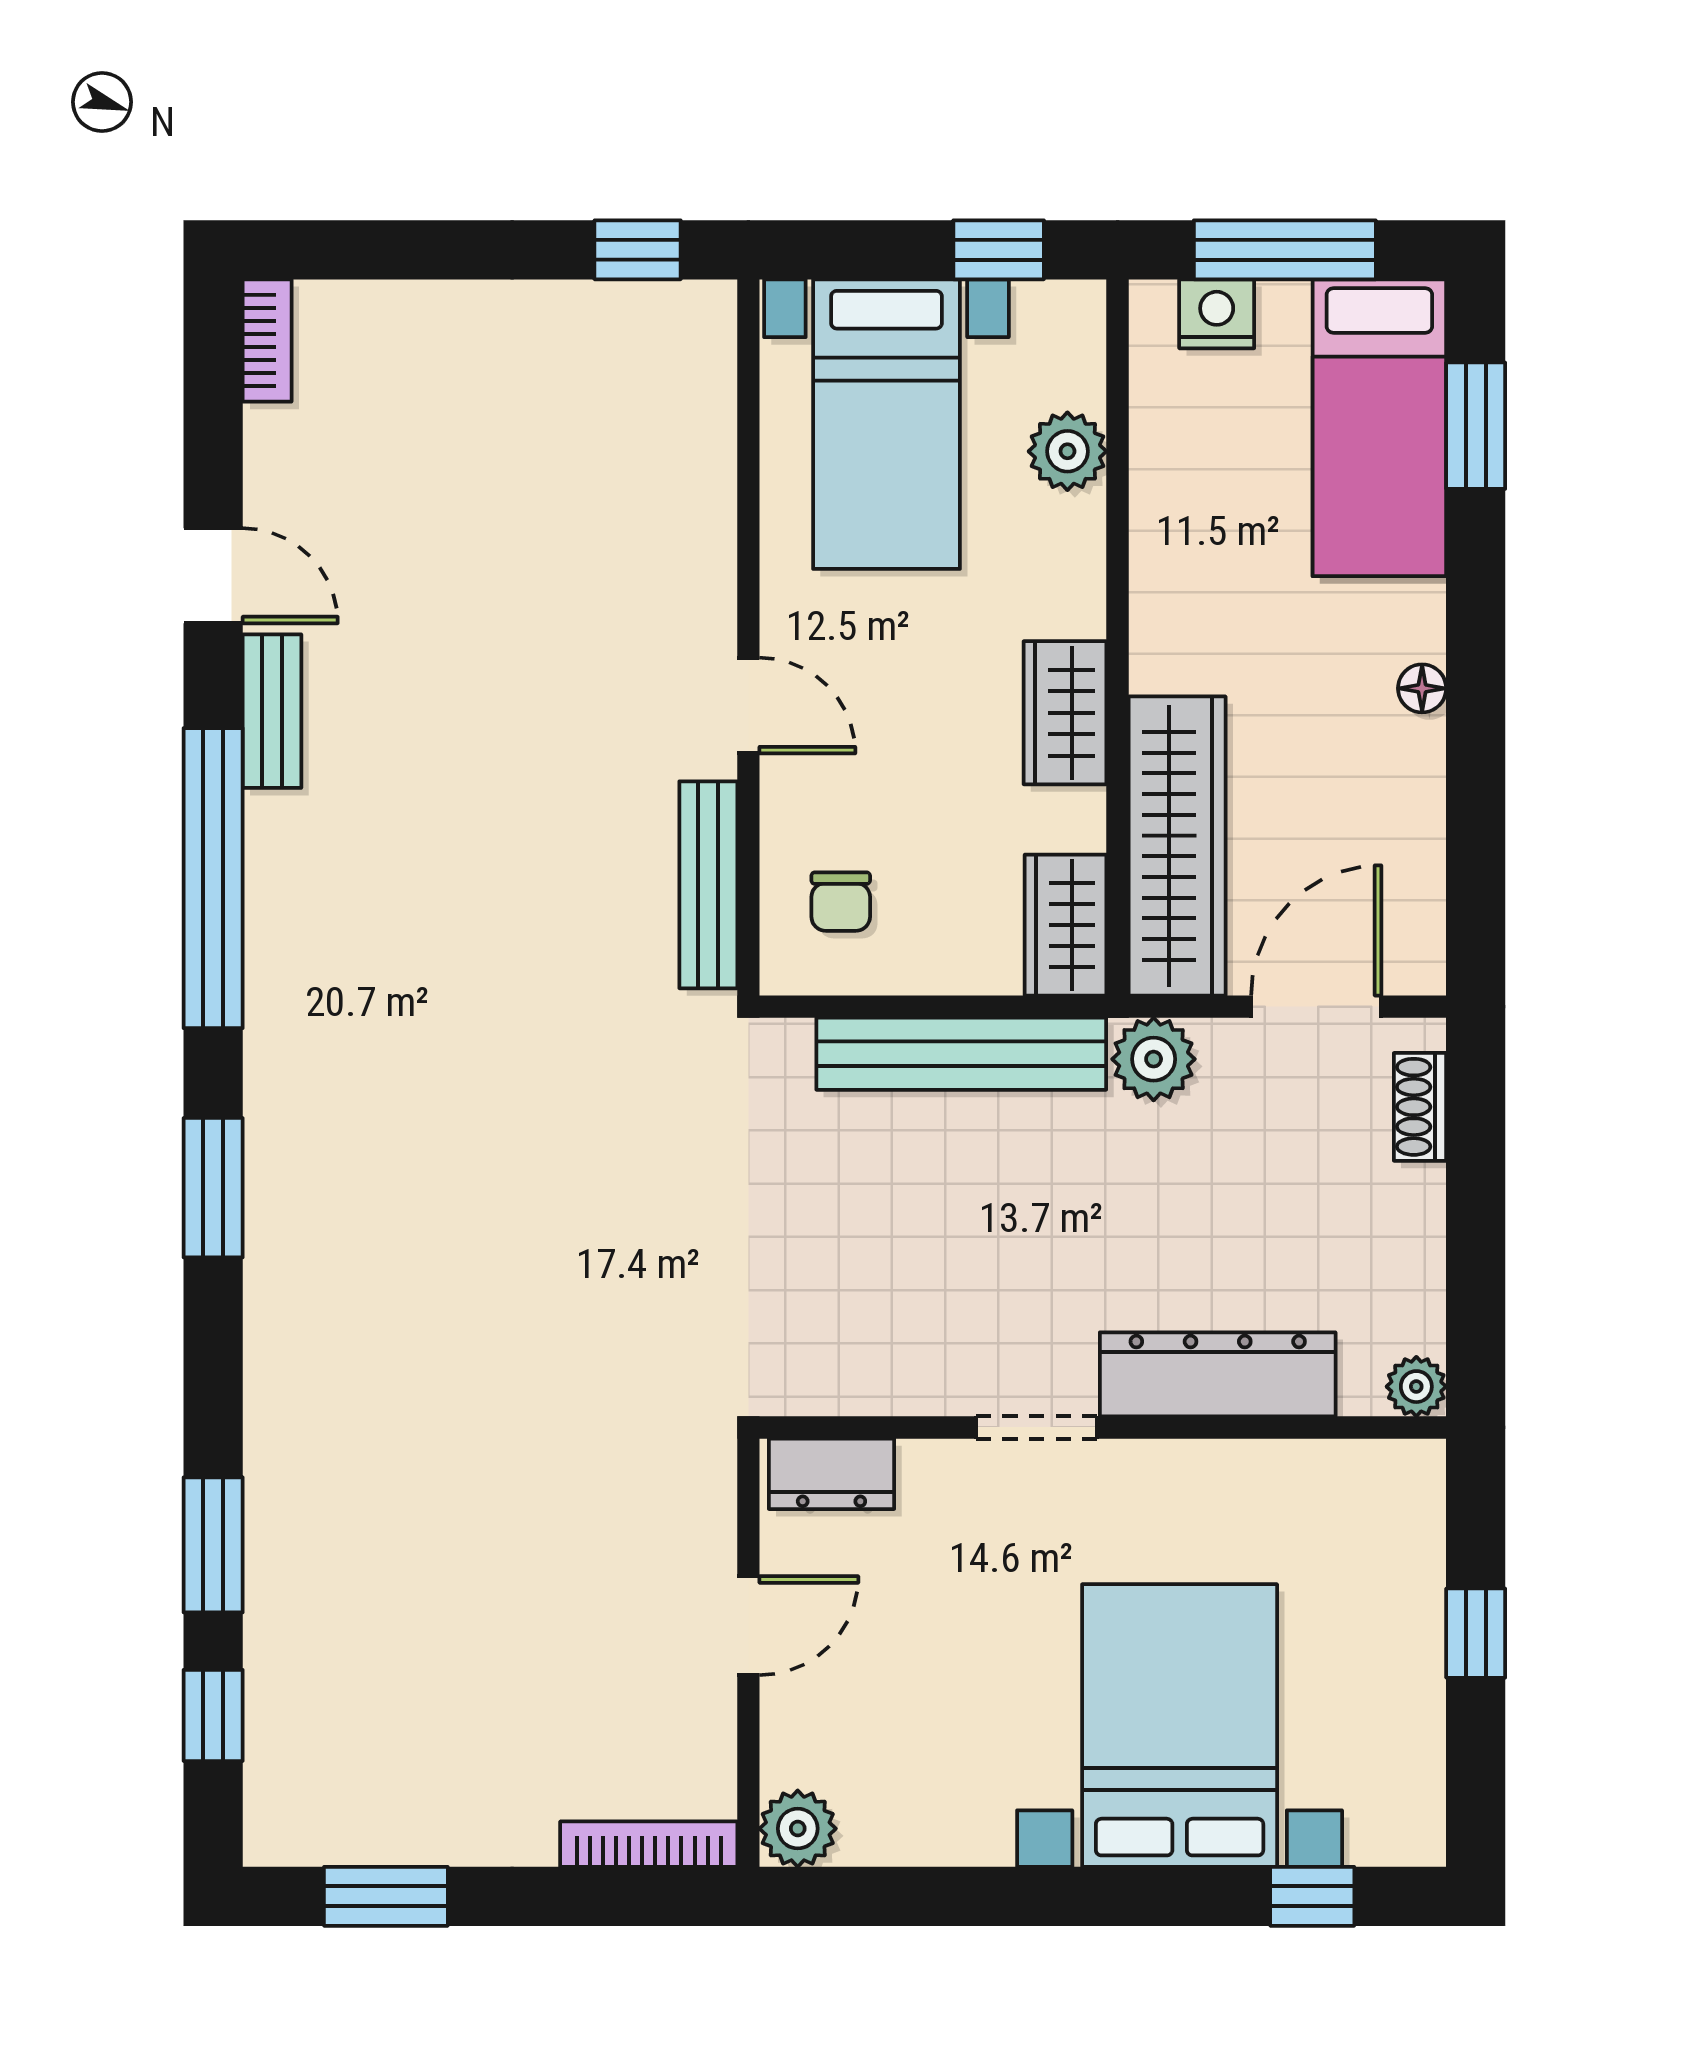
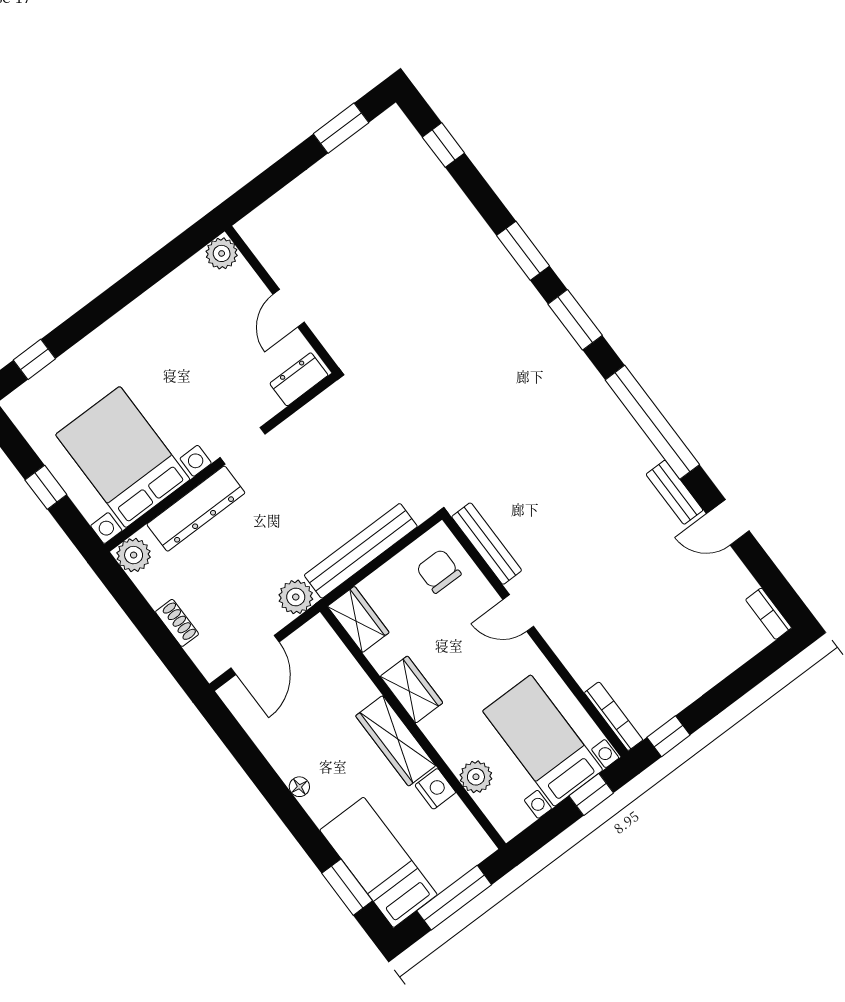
window: (999, 250) -> (591, 794), moved
nightstand: (1217, 314) -> (435, 789), moved, turned -90
wardrobe: (1177, 846) -> (396, 741), moved, width x0.71, depth x0.85
chair: (841, 902) -> (439, 571), width x1.37, depth x1.37
shoe rack: (1420, 1107) -> (177, 623), moved
plant: (1416, 1387) -> (134, 555), width x1.38, depth x1.38
window: (213, 1545) -> (523, 251), moved
bed with nightstands: (1180, 1725) -> (123, 457), moved, turned 180
bookcase: (649, 1844) -> (614, 716), moved, turned -90

